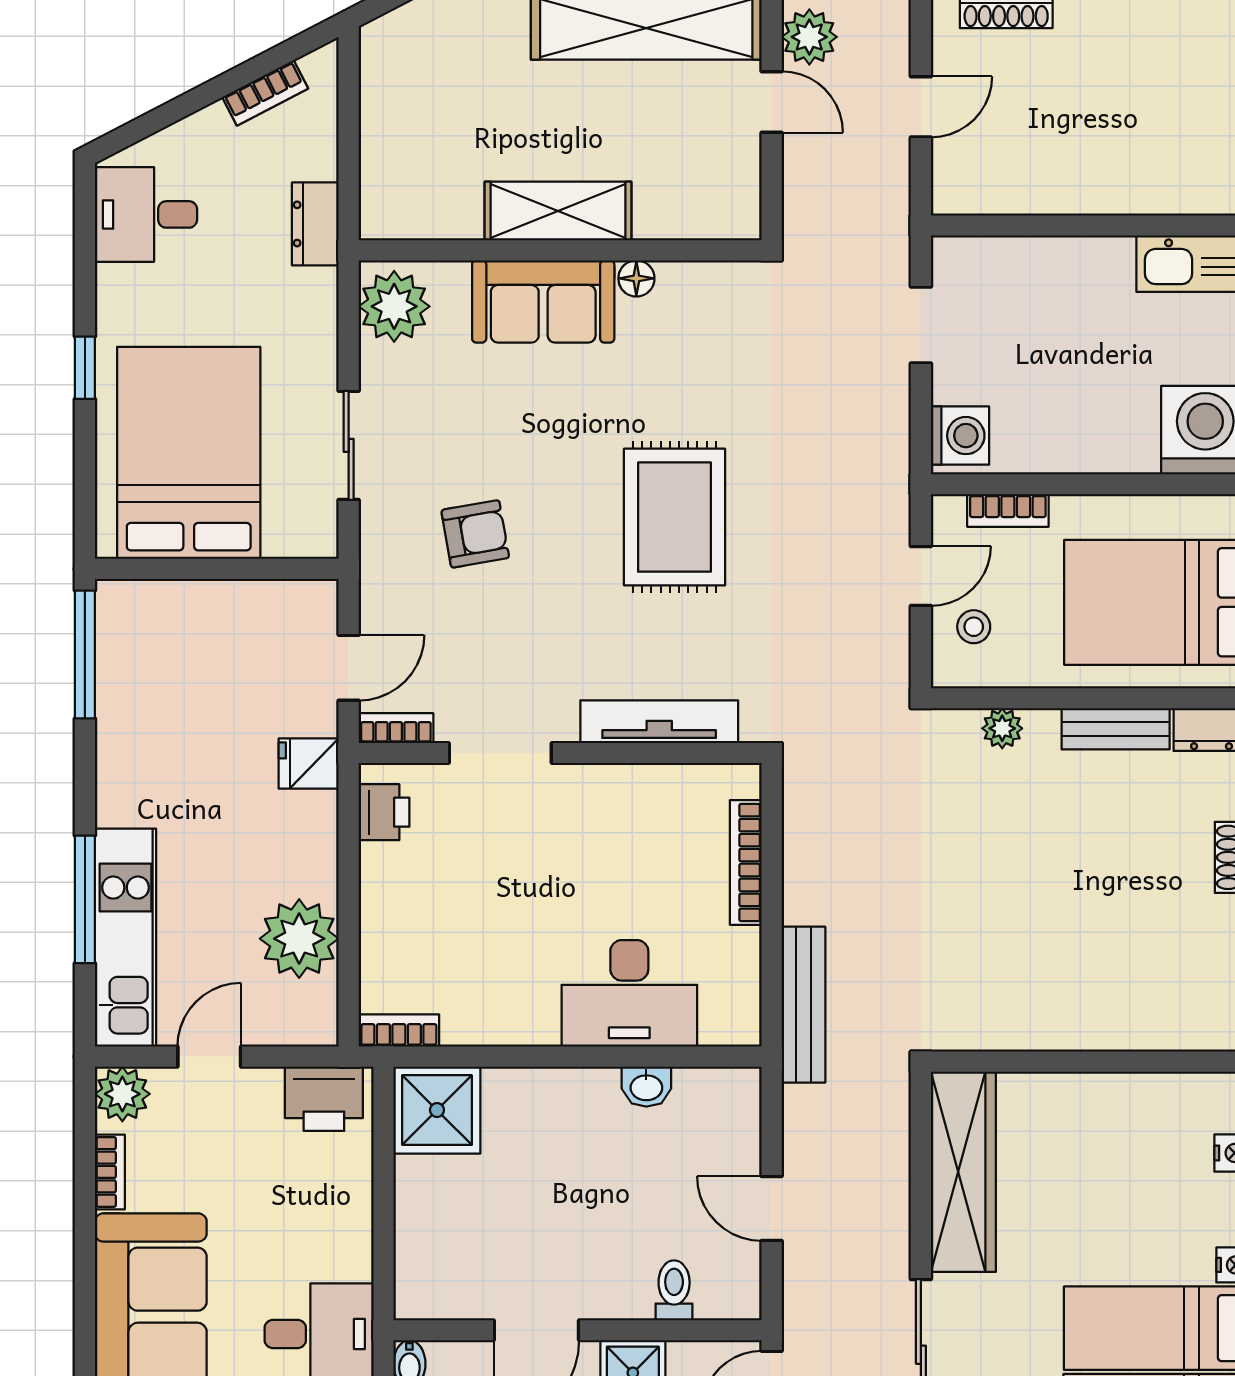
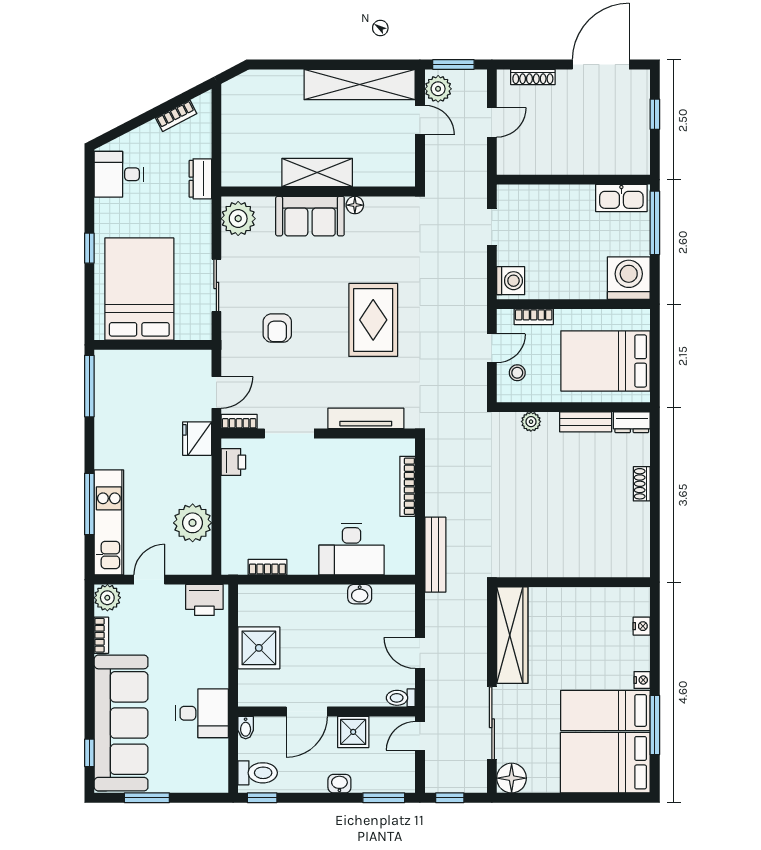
armchair: (475, 534) -> (277, 328), turned 100
fridge: (309, 764) -> (197, 439), width x1.38
bookcase: (399, 1031) -> (267, 567), moved
shower: (437, 1110) -> (259, 648), moved
toilet: (674, 1290) -> (401, 698), moved, turned -90

